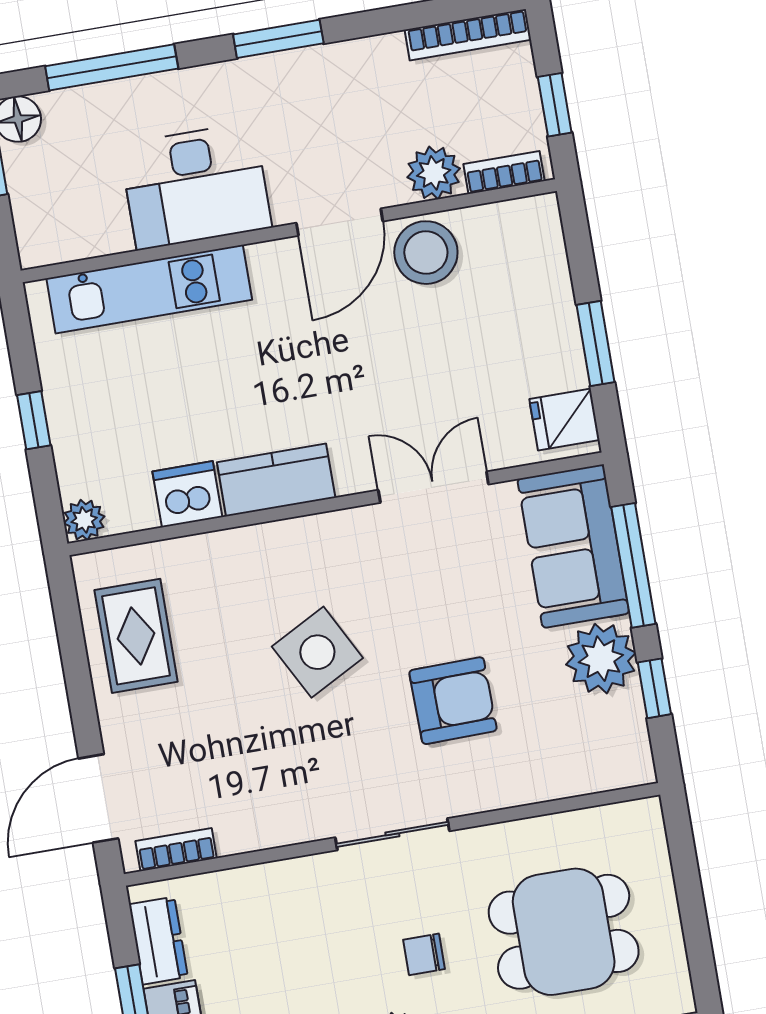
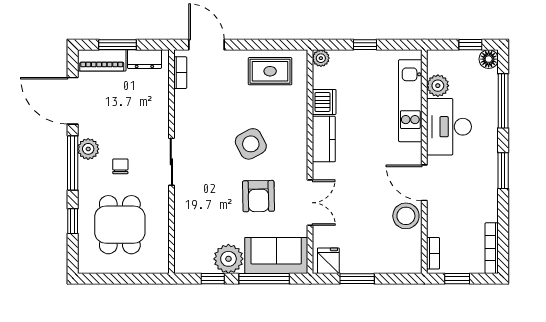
plant: (434, 173) -> (438, 86), moved
armchair: (453, 701) -> (258, 196), moved

